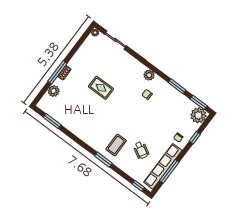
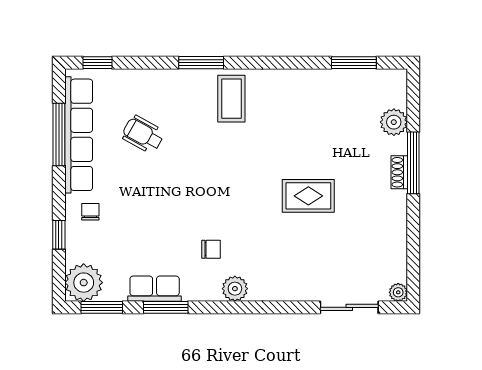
row of seats: (176, 95) -> (155, 289), added
coffee table: (116, 145) -> (231, 99), moved

